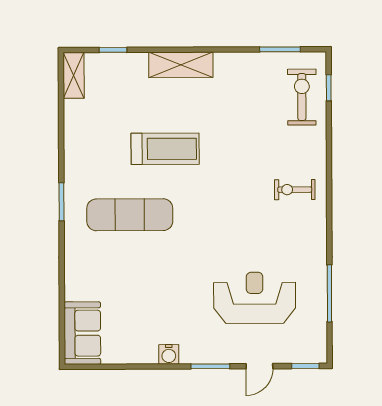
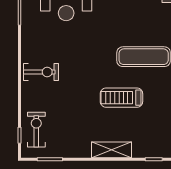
exercise bike: (302, 97) -> (36, 130), turned 180
exercise bike: (295, 190) -> (41, 72), width x1.38, depth x1.39

